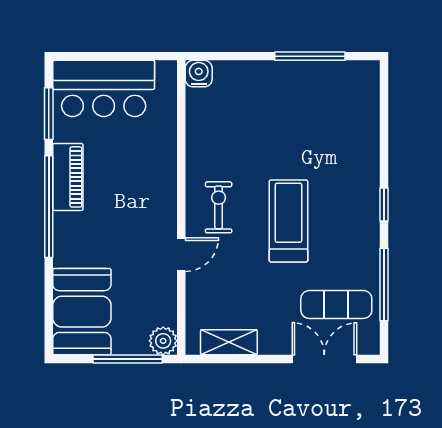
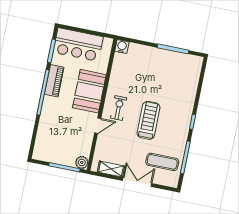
booth: (82, 312) -> (89, 91), moved
double door: (324, 359) -> (137, 182), moved

